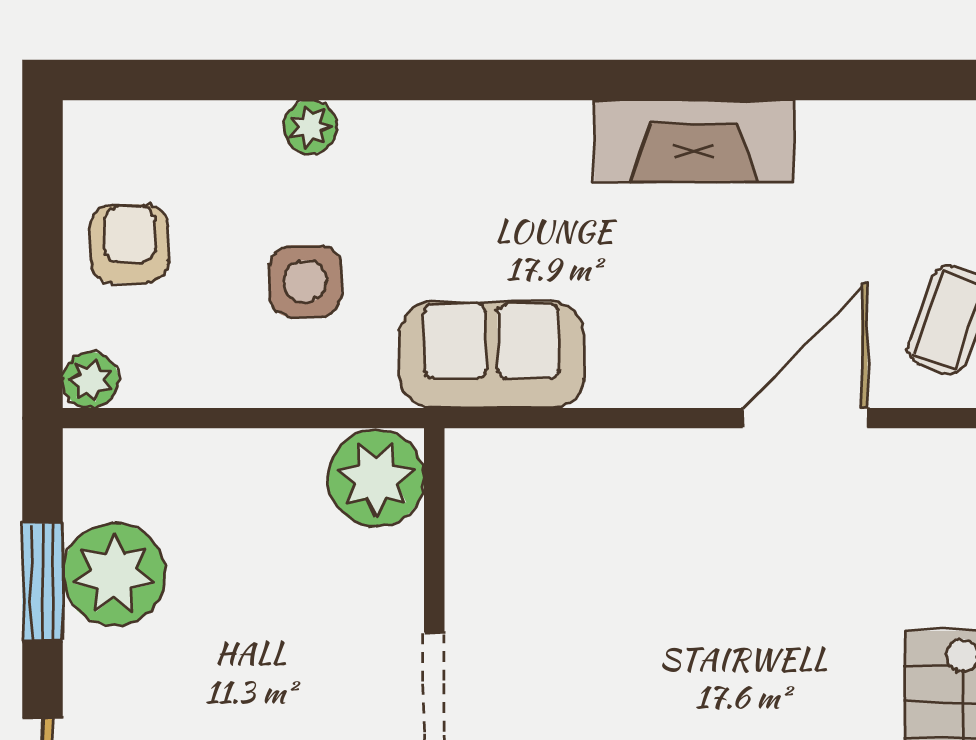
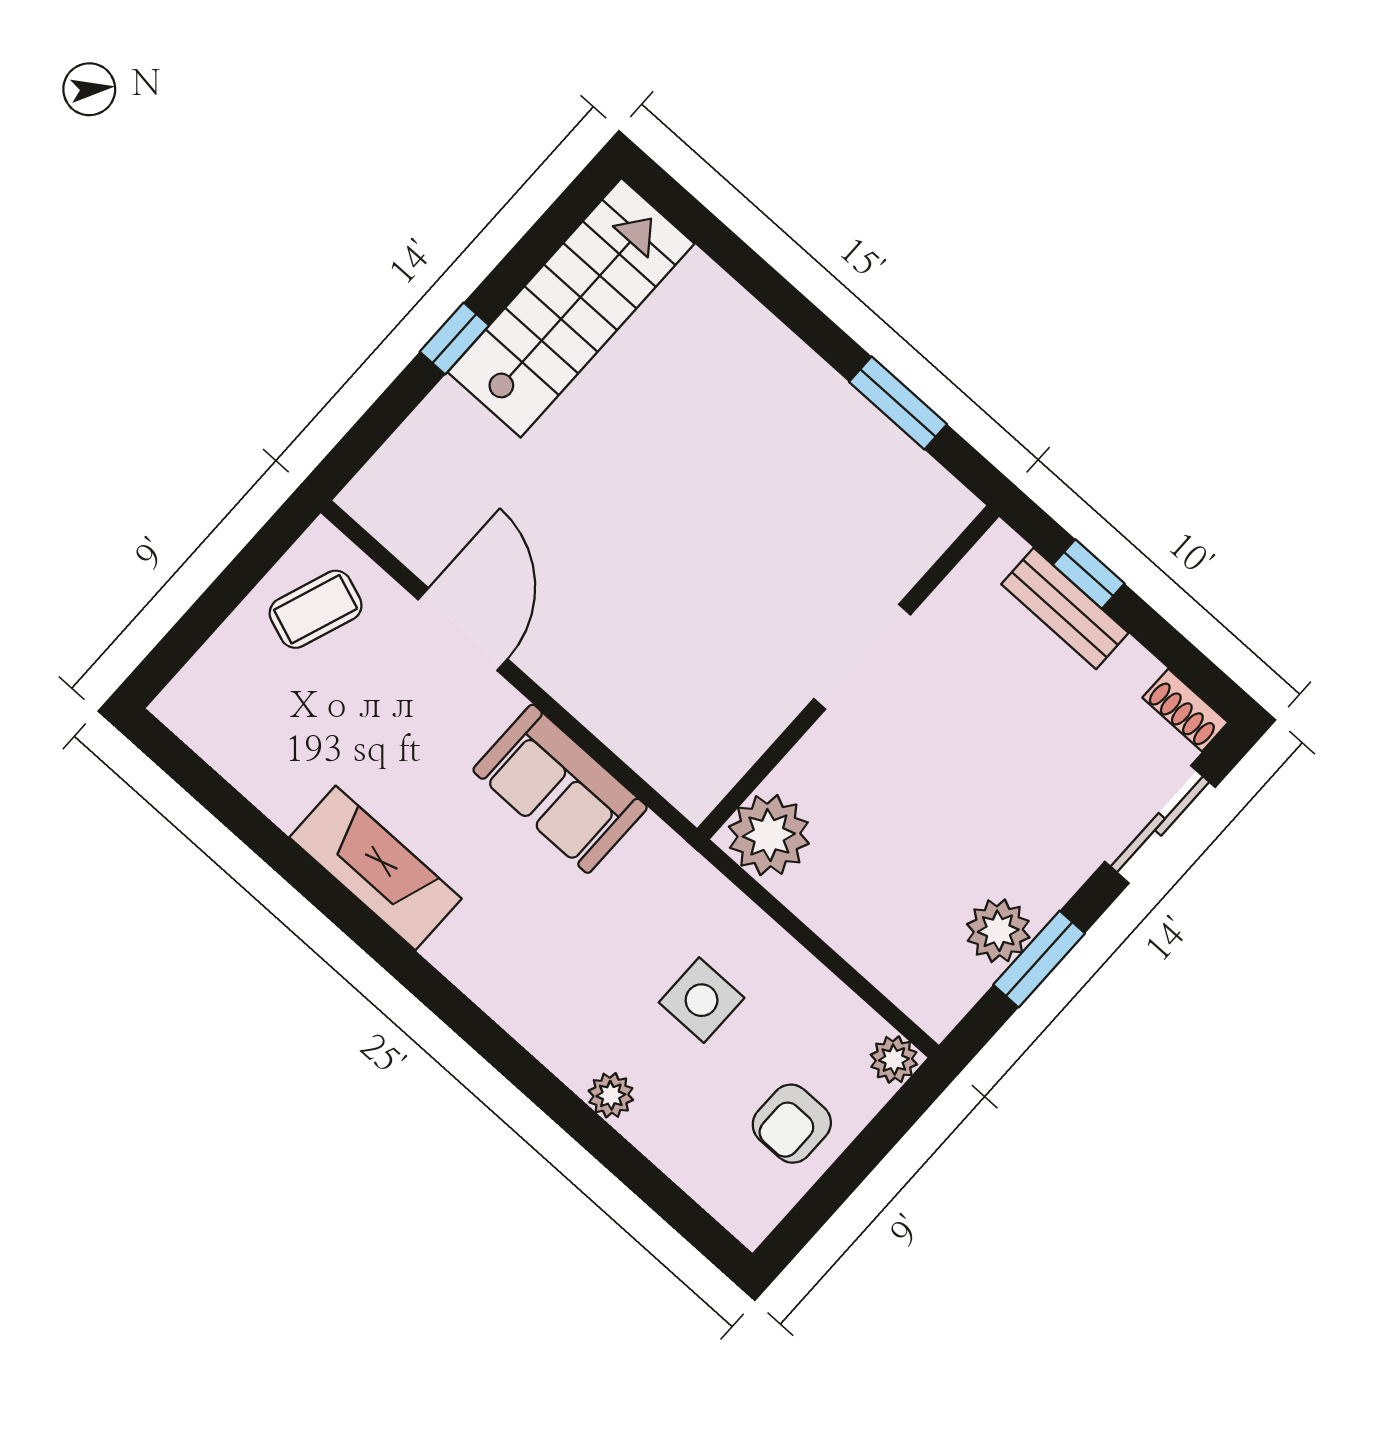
sofa: (492, 355) -> (560, 789), moved
door: (805, 418) -> (463, 629), swing flipped
plant: (114, 575) -> (998, 931), width x0.73, depth x0.73

